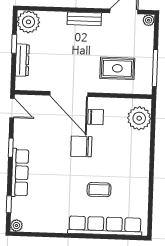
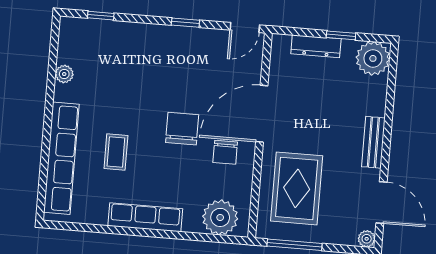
rug: (117, 68) -> (297, 188), width x1.36, depth x1.43
row of seats: (20, 173) -> (145, 217), moved, turned 180
plant: (16, 226) -> (64, 74), moved

